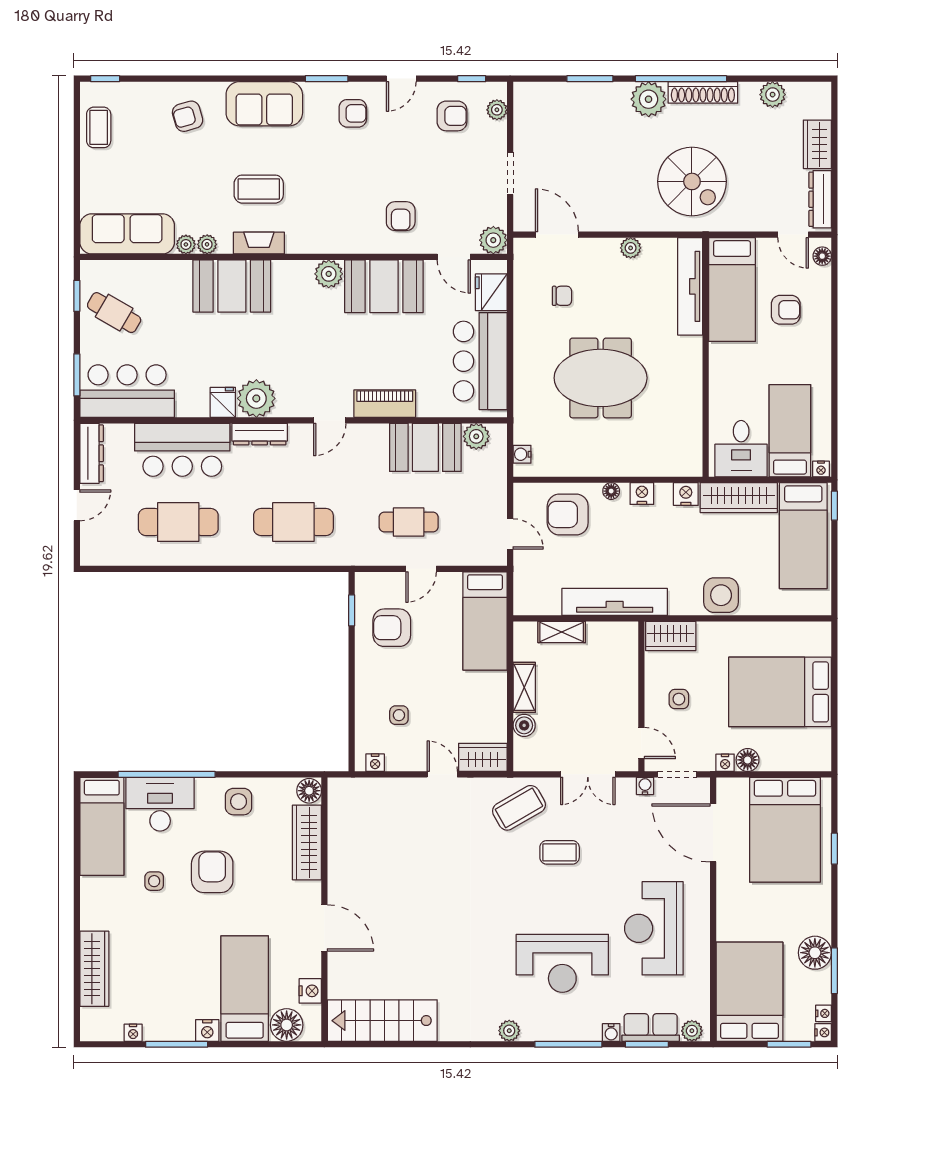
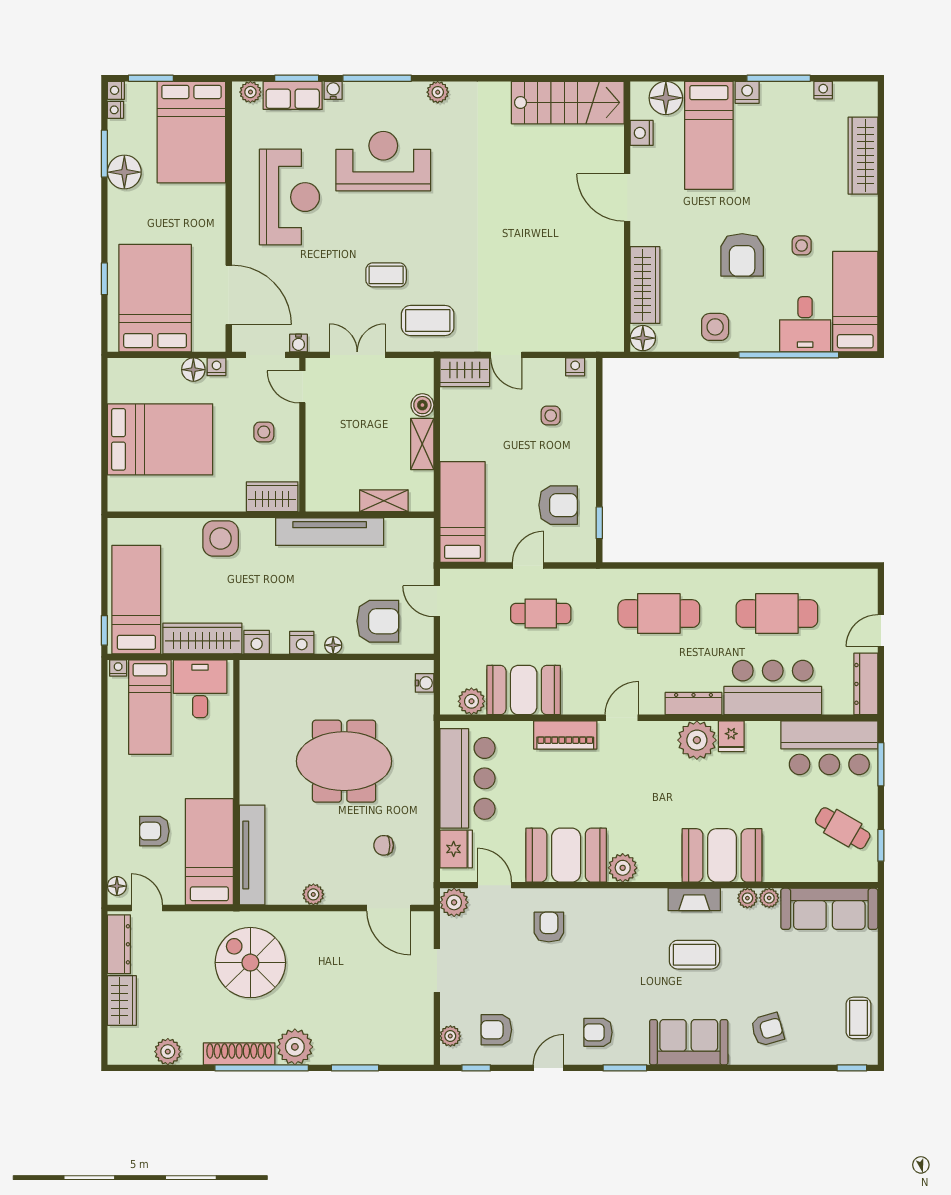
desk: (160, 804) -> (805, 324), width x0.73
coffee table: (519, 808) -> (428, 321), turned 30

